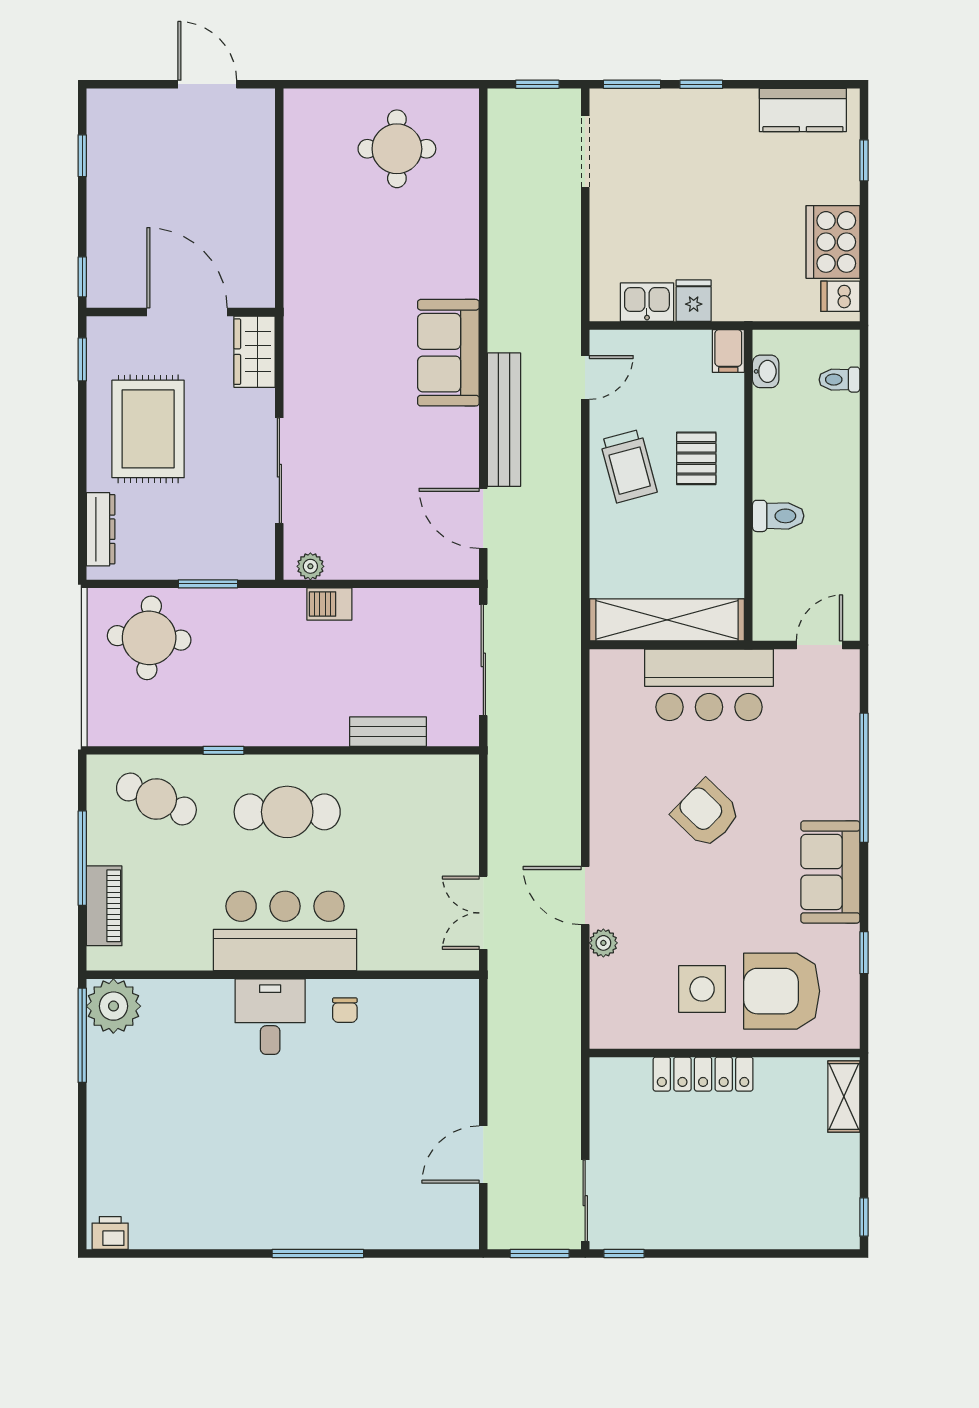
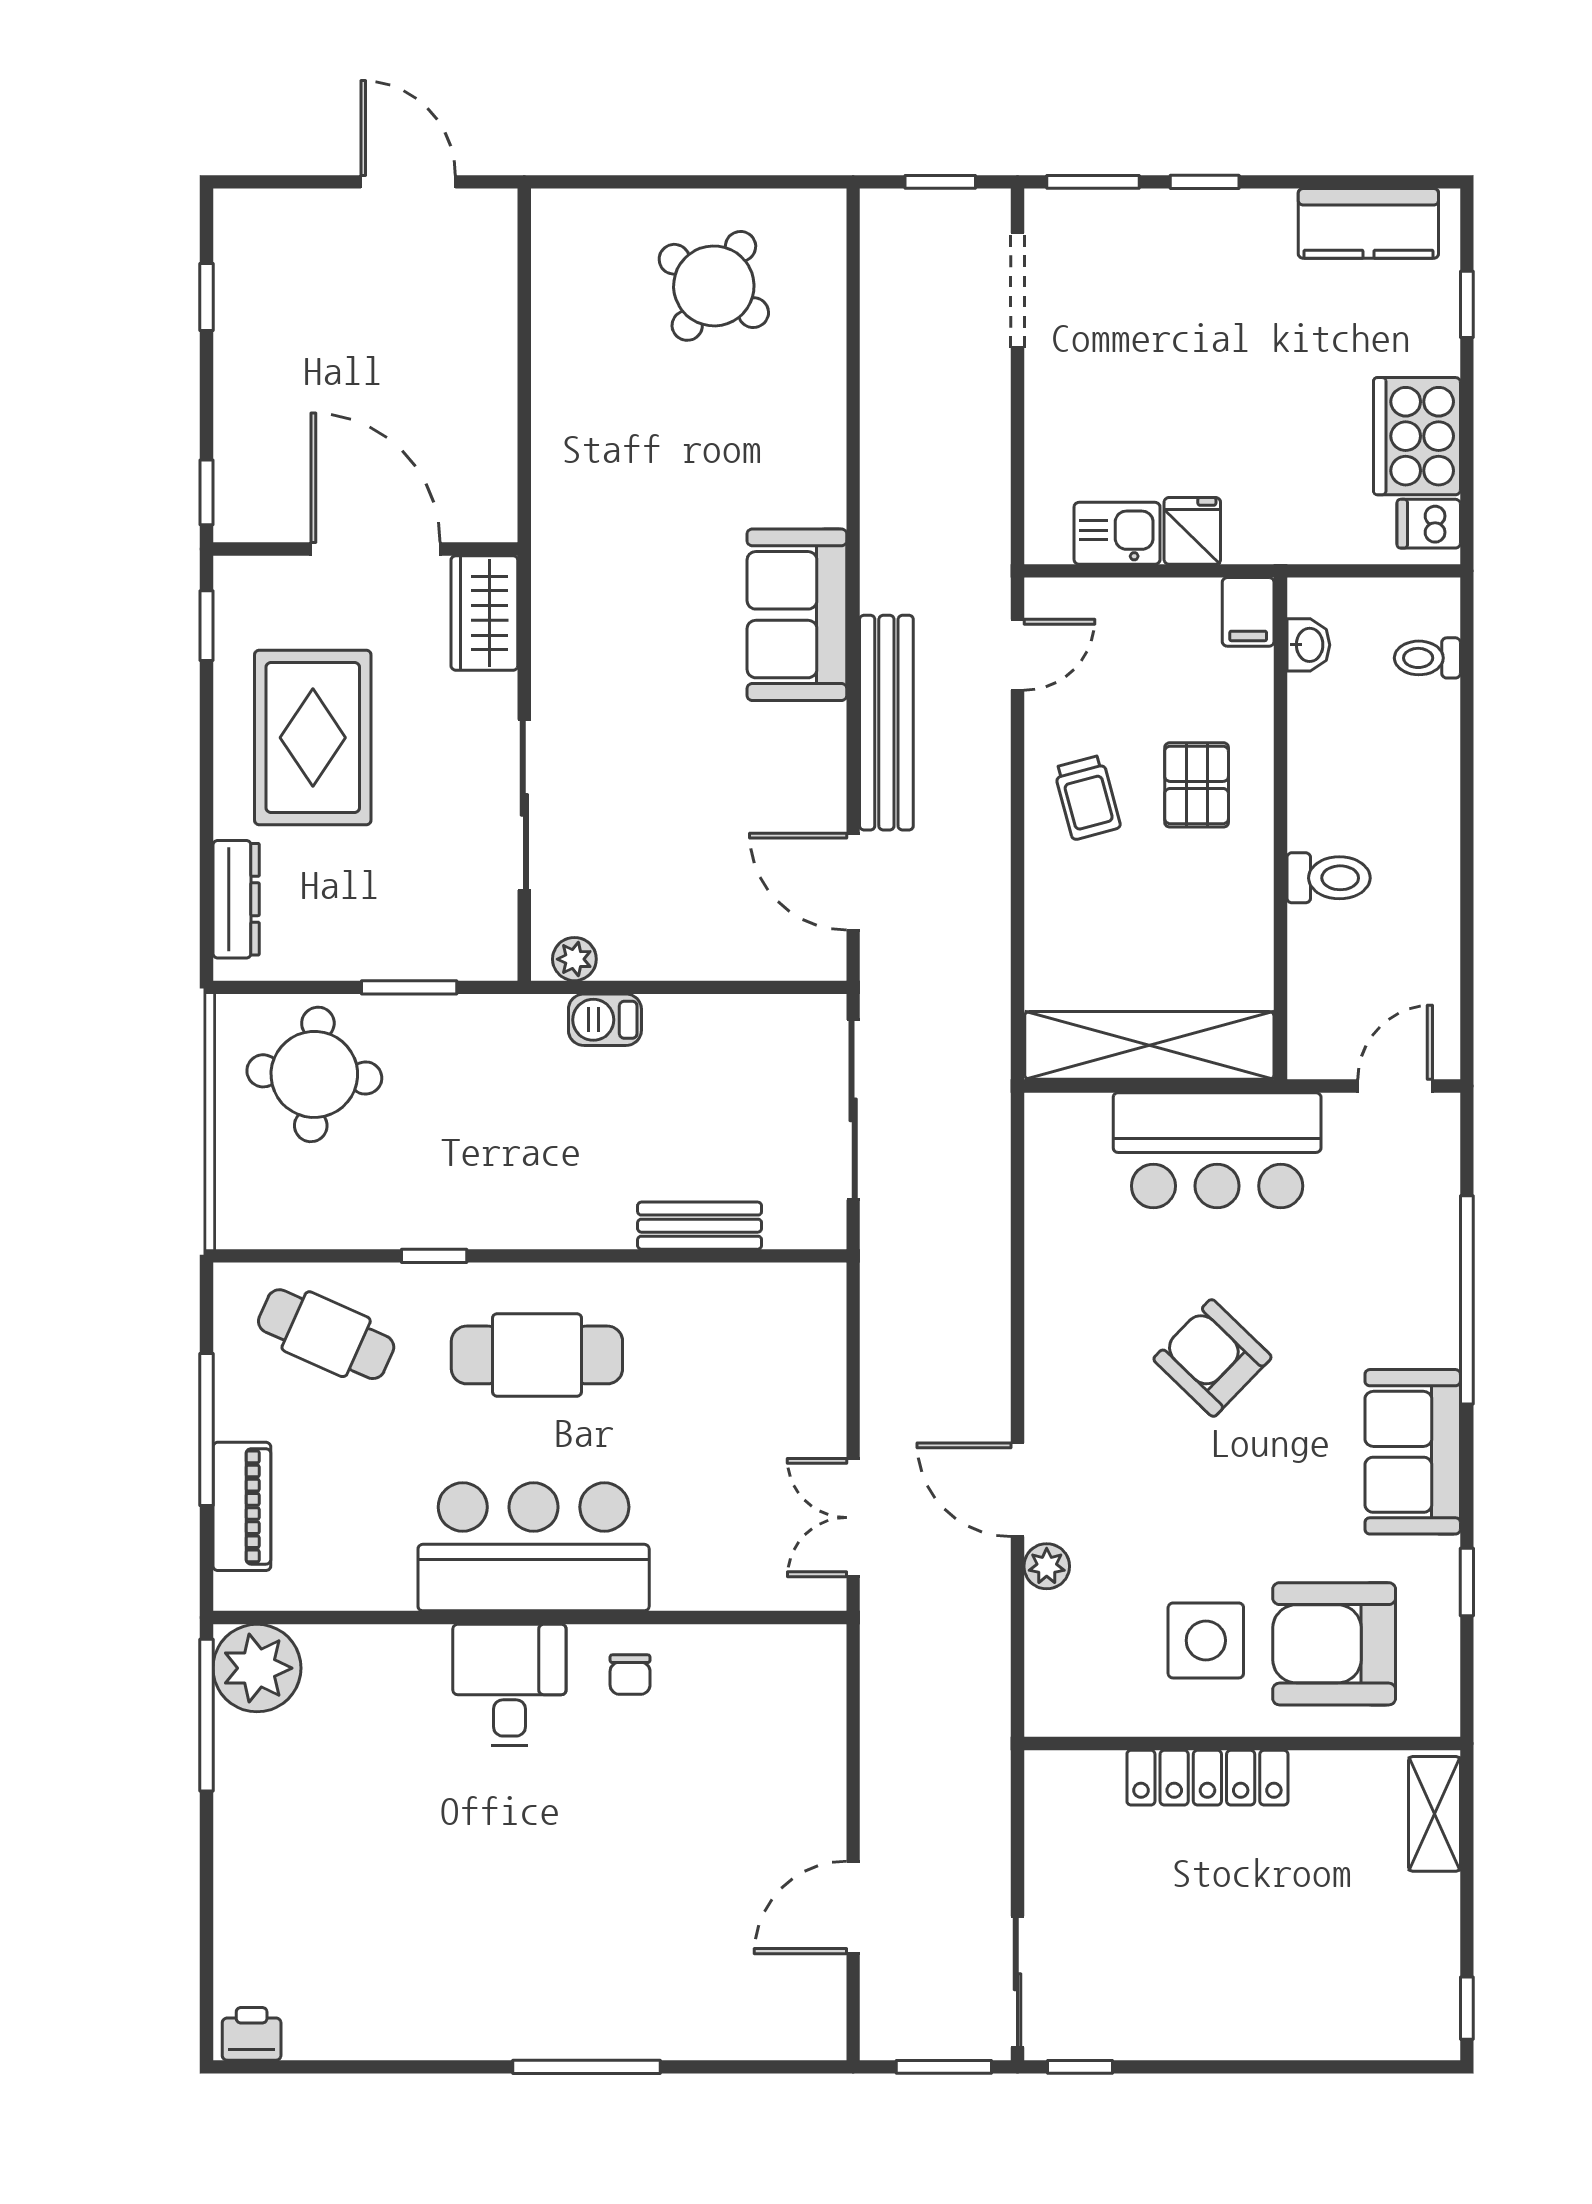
round table: (397, 149) -> (714, 286), turned 34
trolley: (628, 466) -> (1087, 797), width x0.73, depth x0.72

